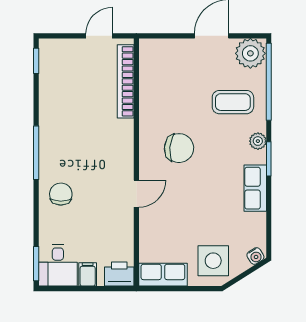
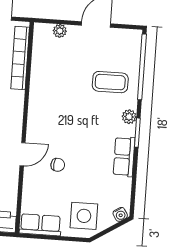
plant: (250, 53) -> (60, 31), moved, width x0.53, depth x0.53
chair: (179, 148) -> (58, 165), moved, width x0.54, depth x0.54

